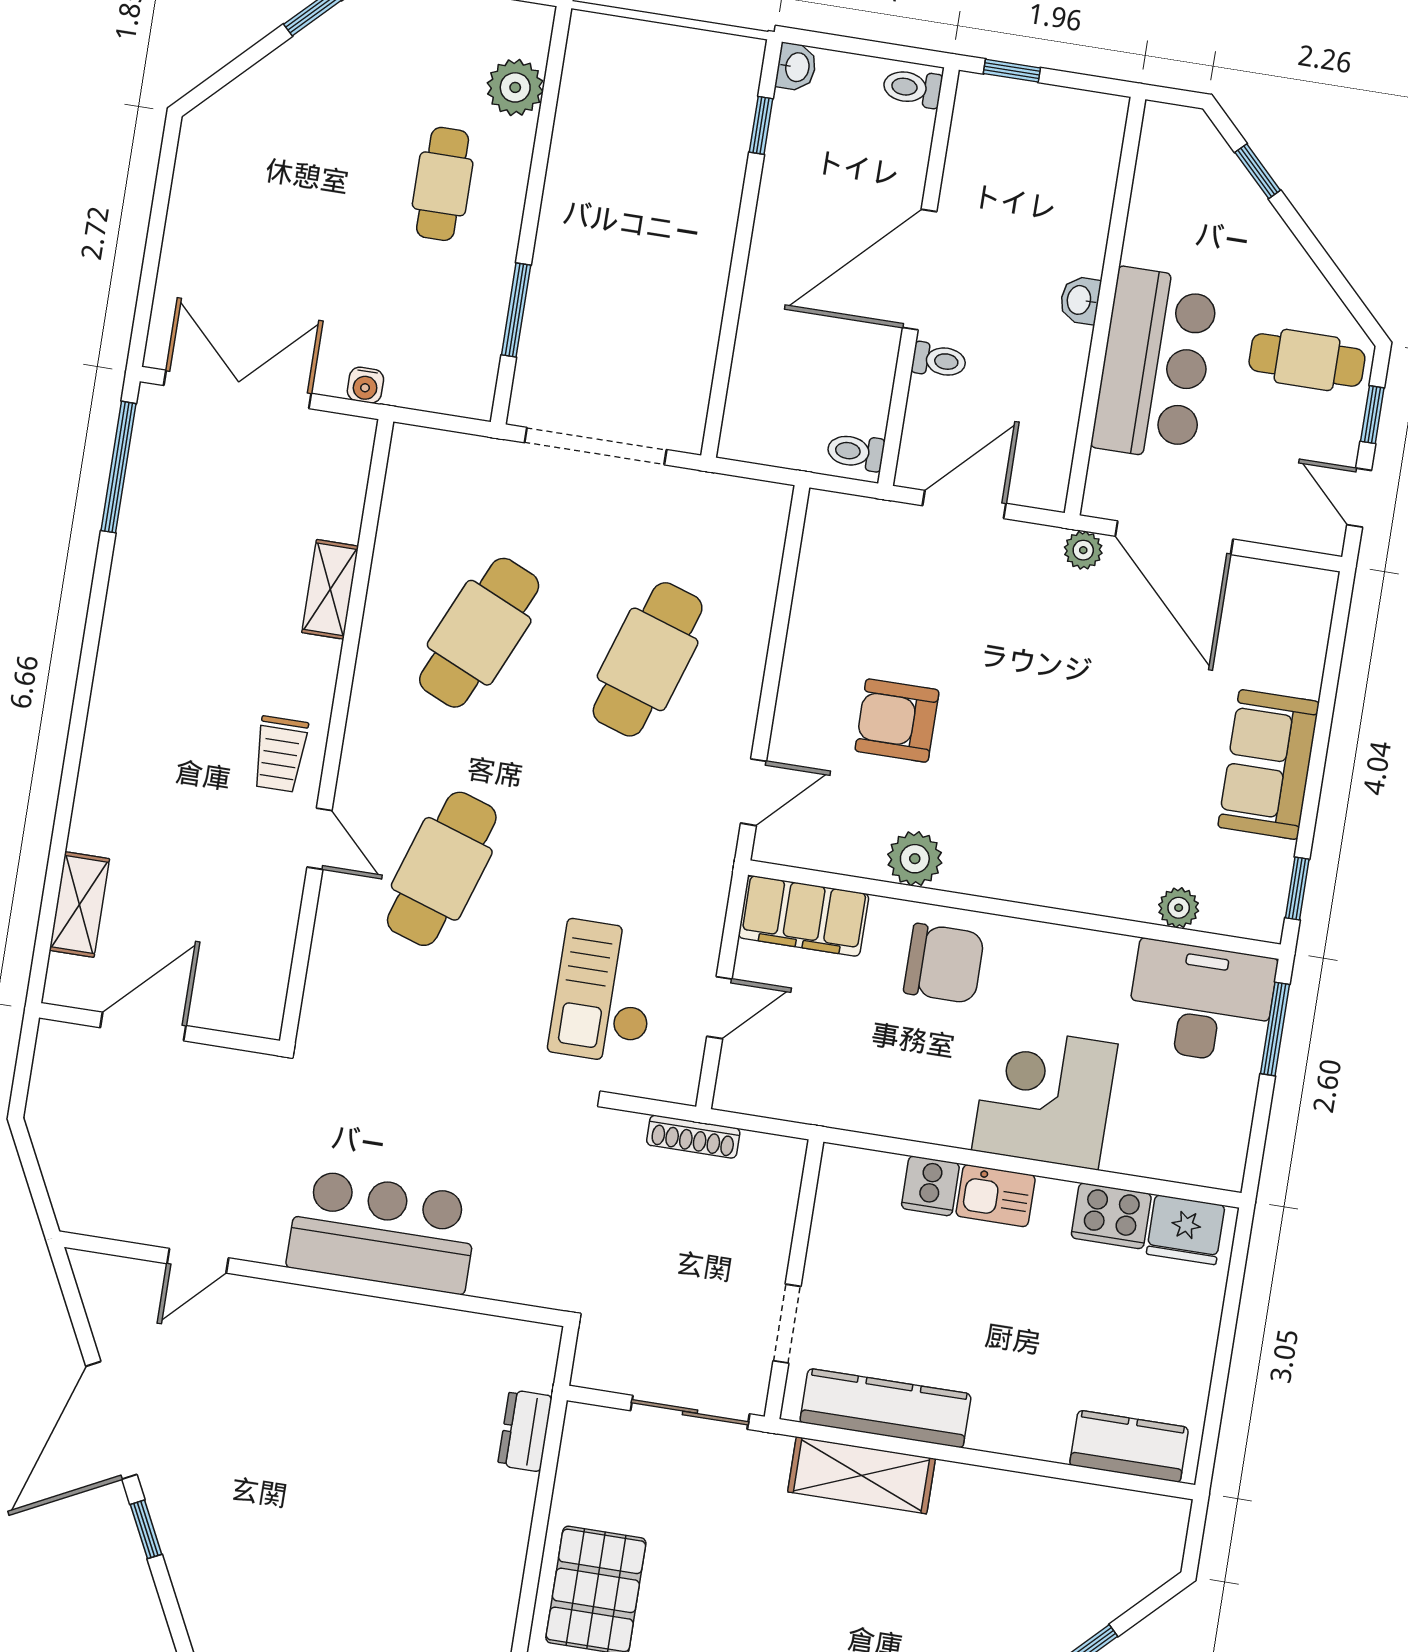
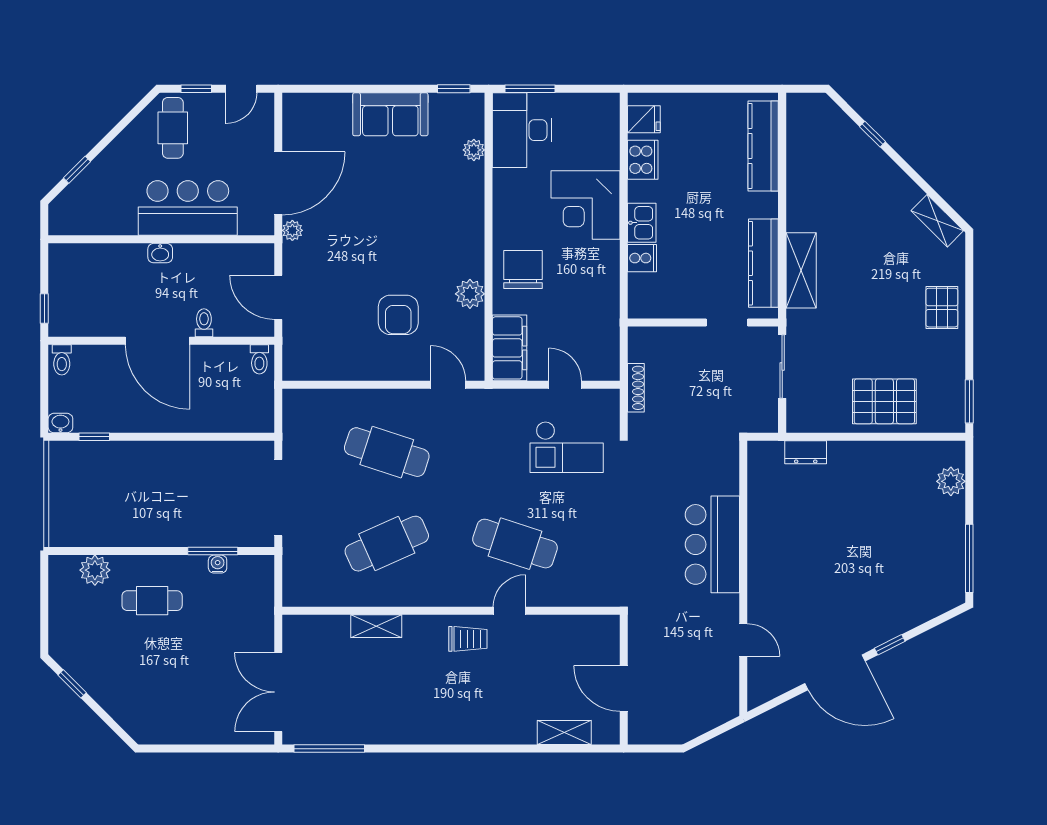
water cooler: (365, 385) -> (218, 564), moved, turned -90
cafe table: (479, 633) -> (387, 544), turned -48
fridge: (1186, 1230) -> (644, 119), width x0.72
kitchen counter: (1129, 1446) -> (763, 146), width x1.50

